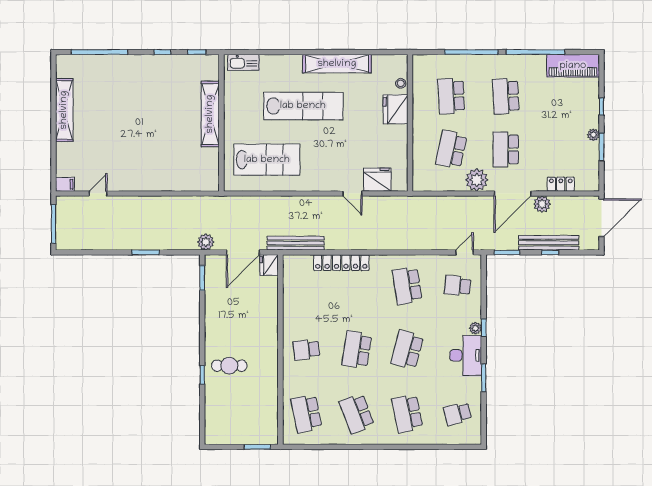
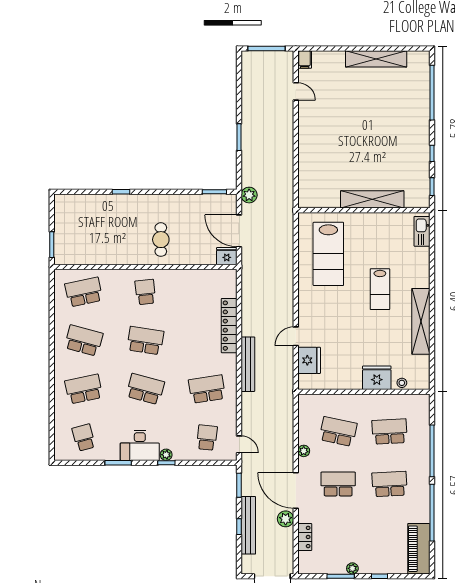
lab bench: (303, 106) -> (380, 289), width x0.54, depth x0.72
plant: (477, 180) -> (304, 451), width x0.53, depth x0.53
bench: (296, 243) -> (248, 364), moved
cafe table: (229, 366) -> (161, 240), moved
school desk: (357, 414) -> (84, 341), turned 36

